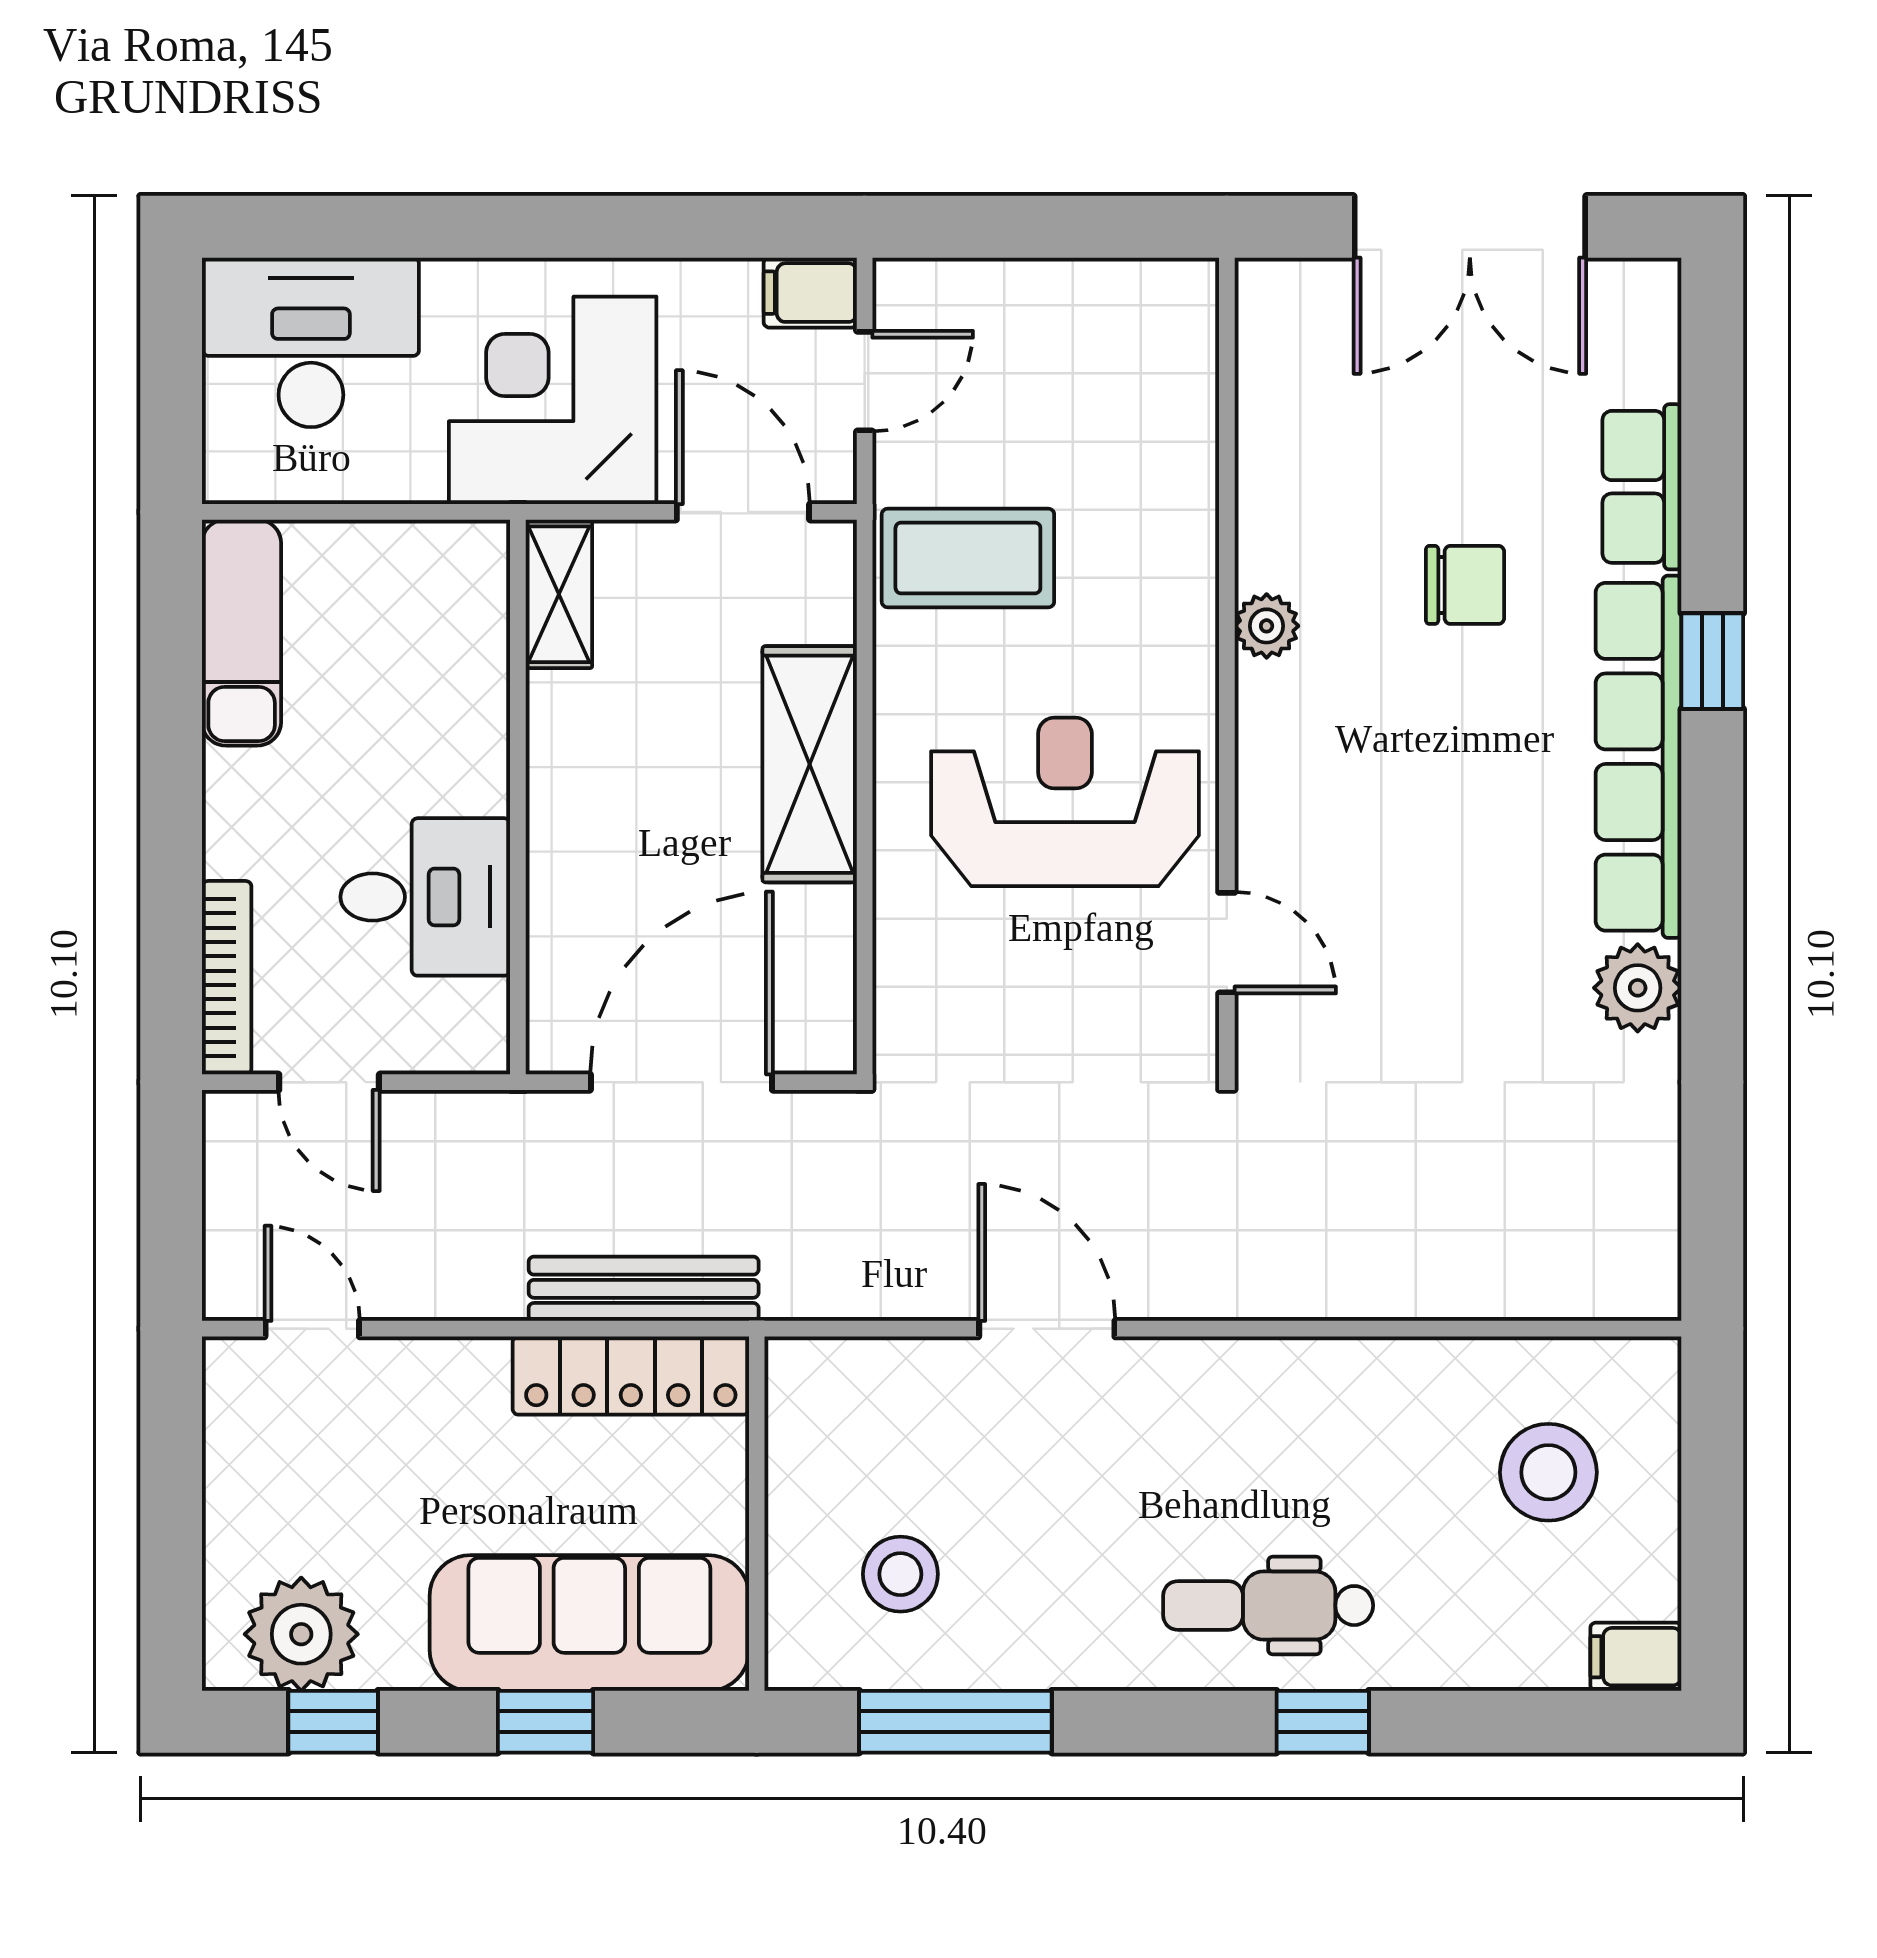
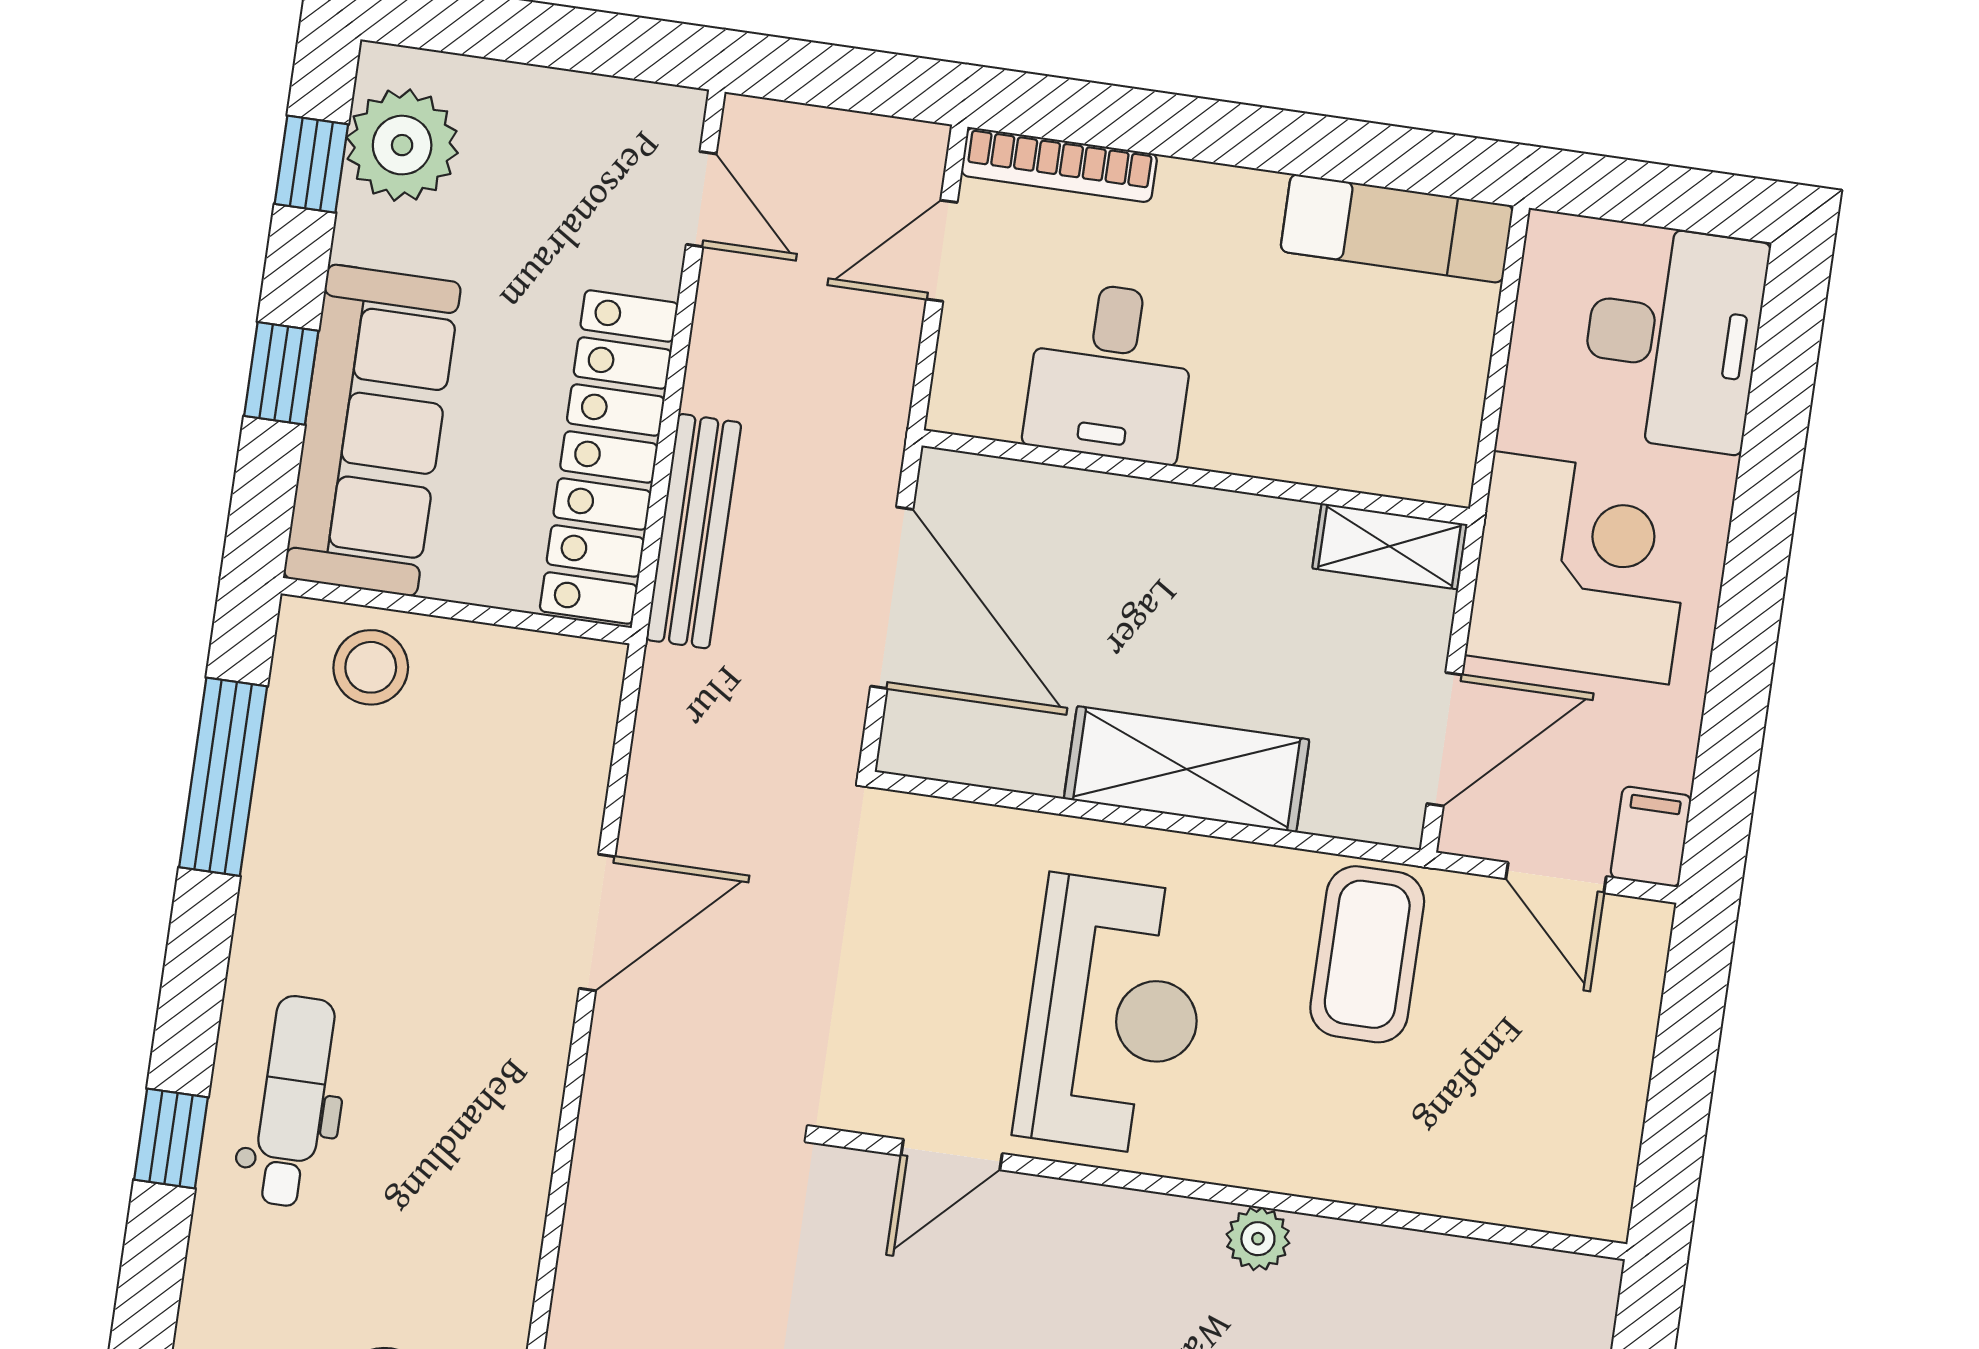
door: (312, 1329) -> (701, 199), hinge flipped
locker: (631, 1376) -> (609, 457), width x1.41, depth x1.21
stool: (900, 1574) -> (371, 667), moved

